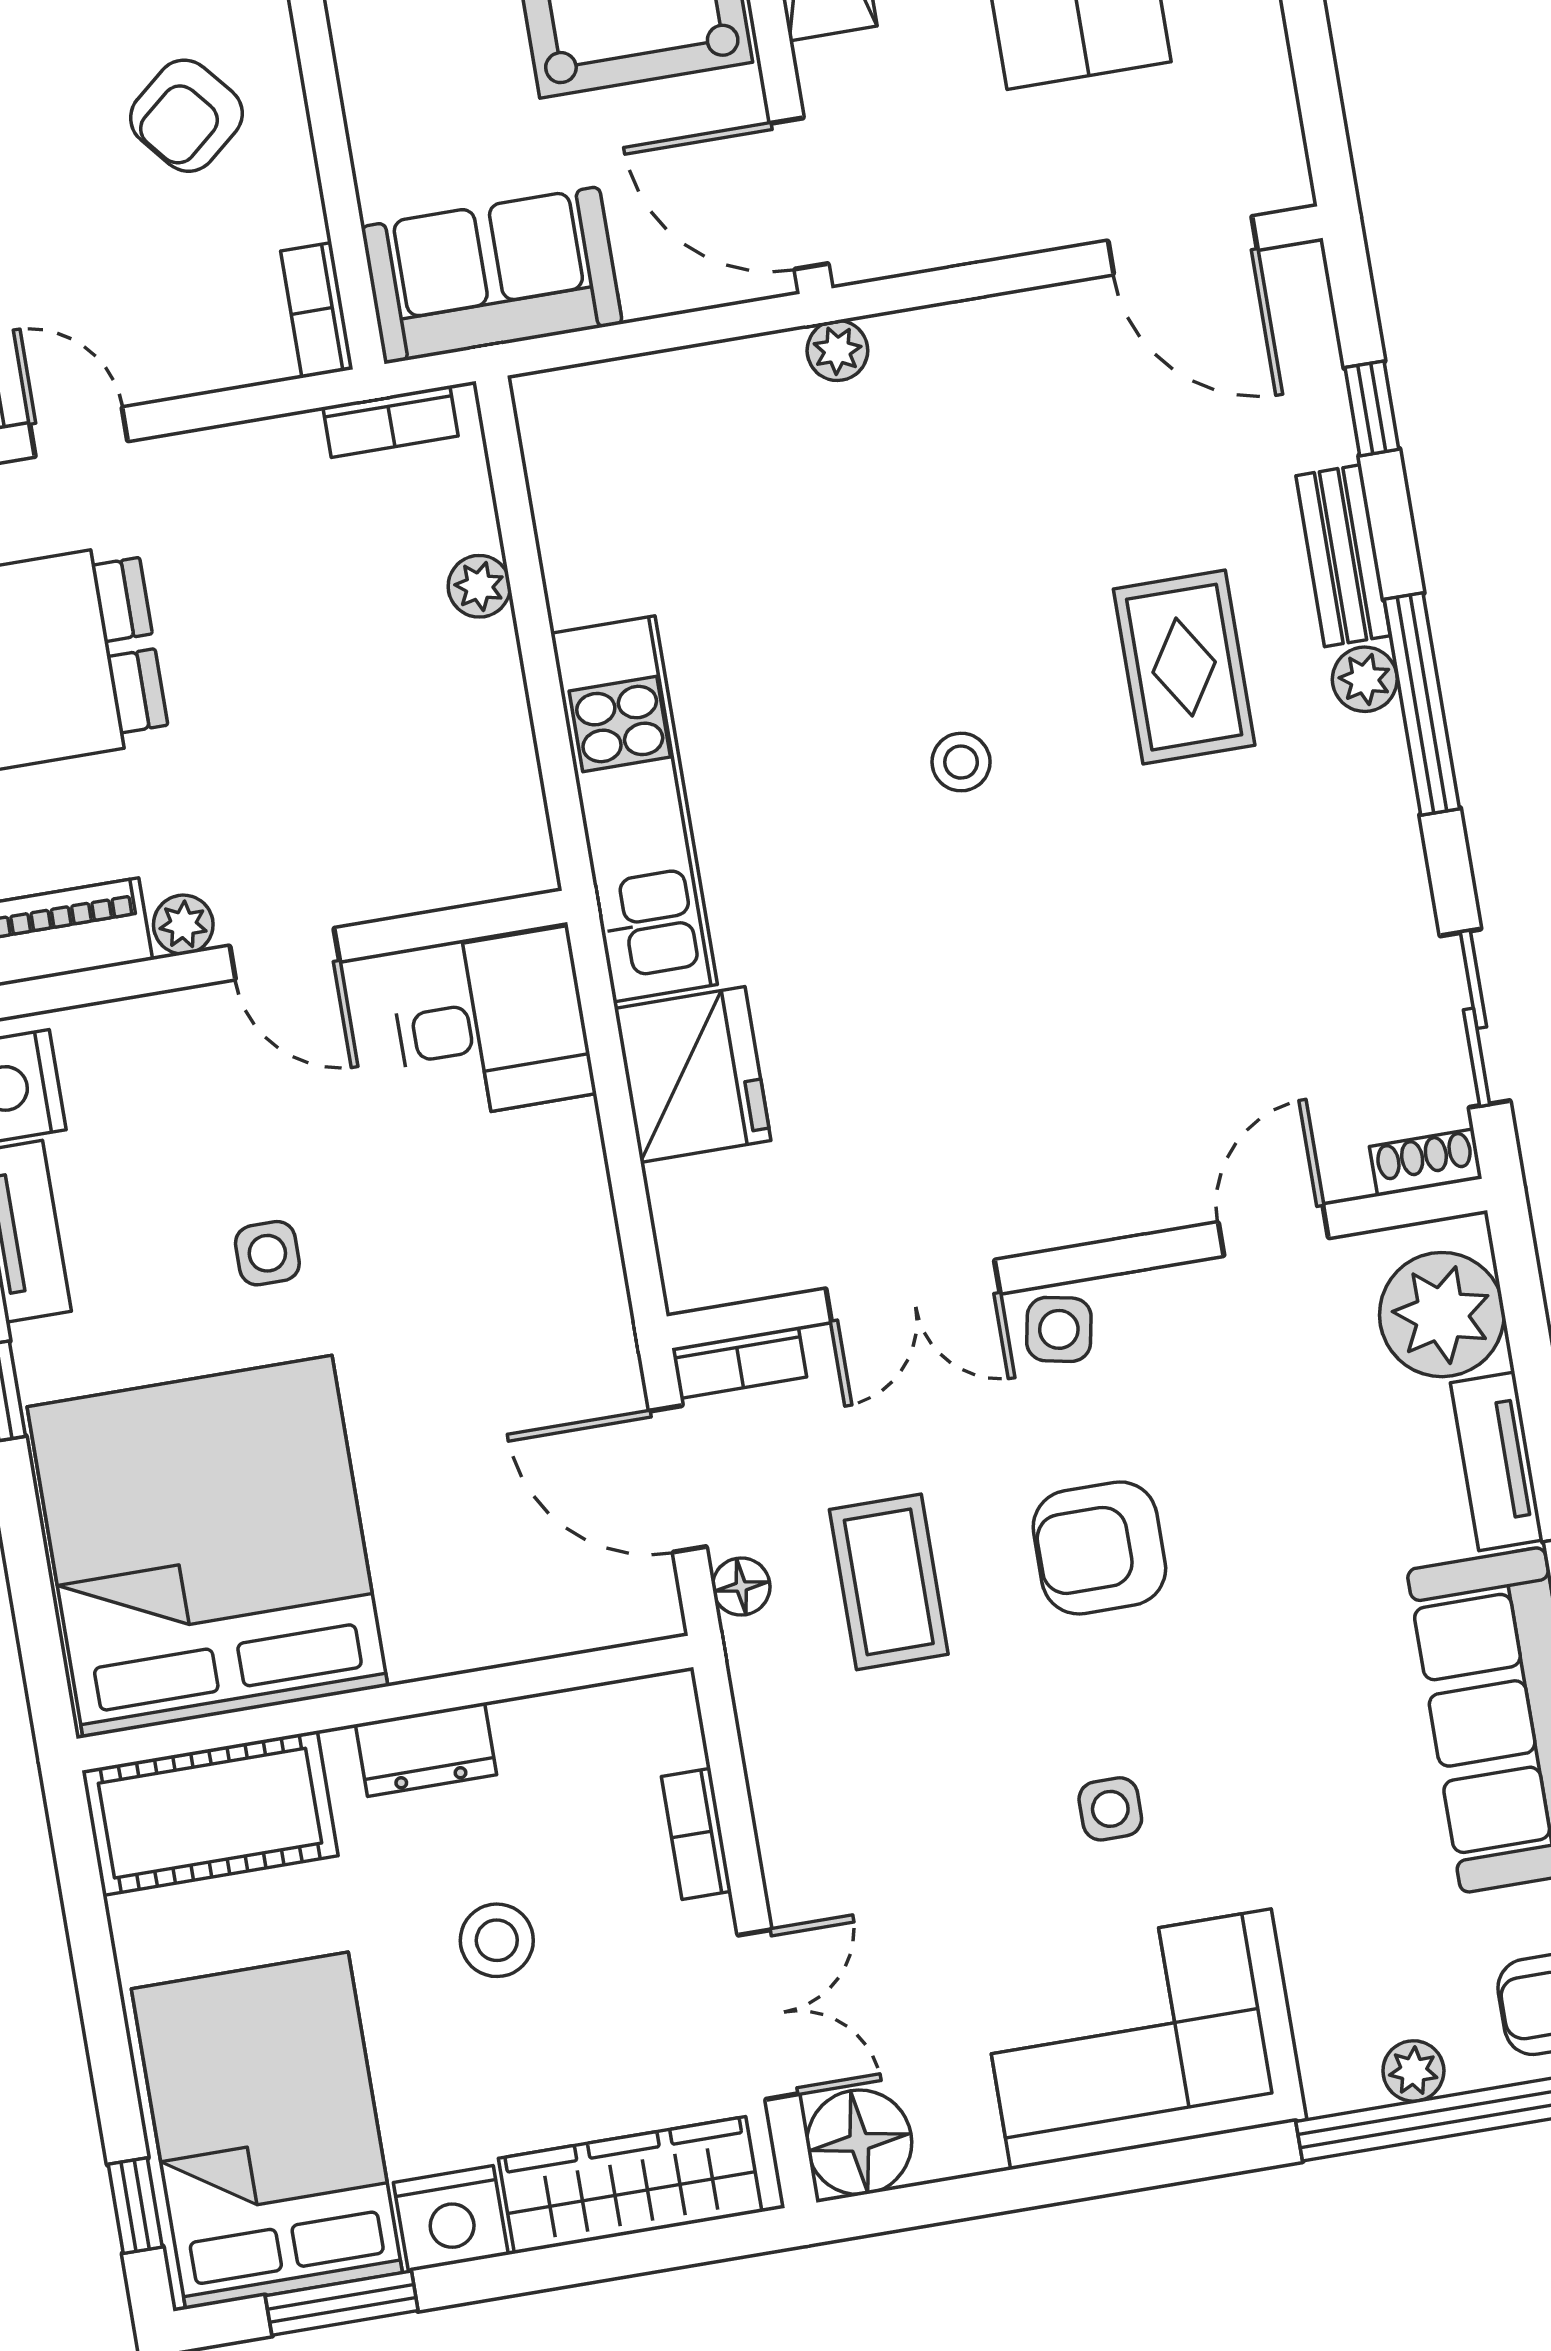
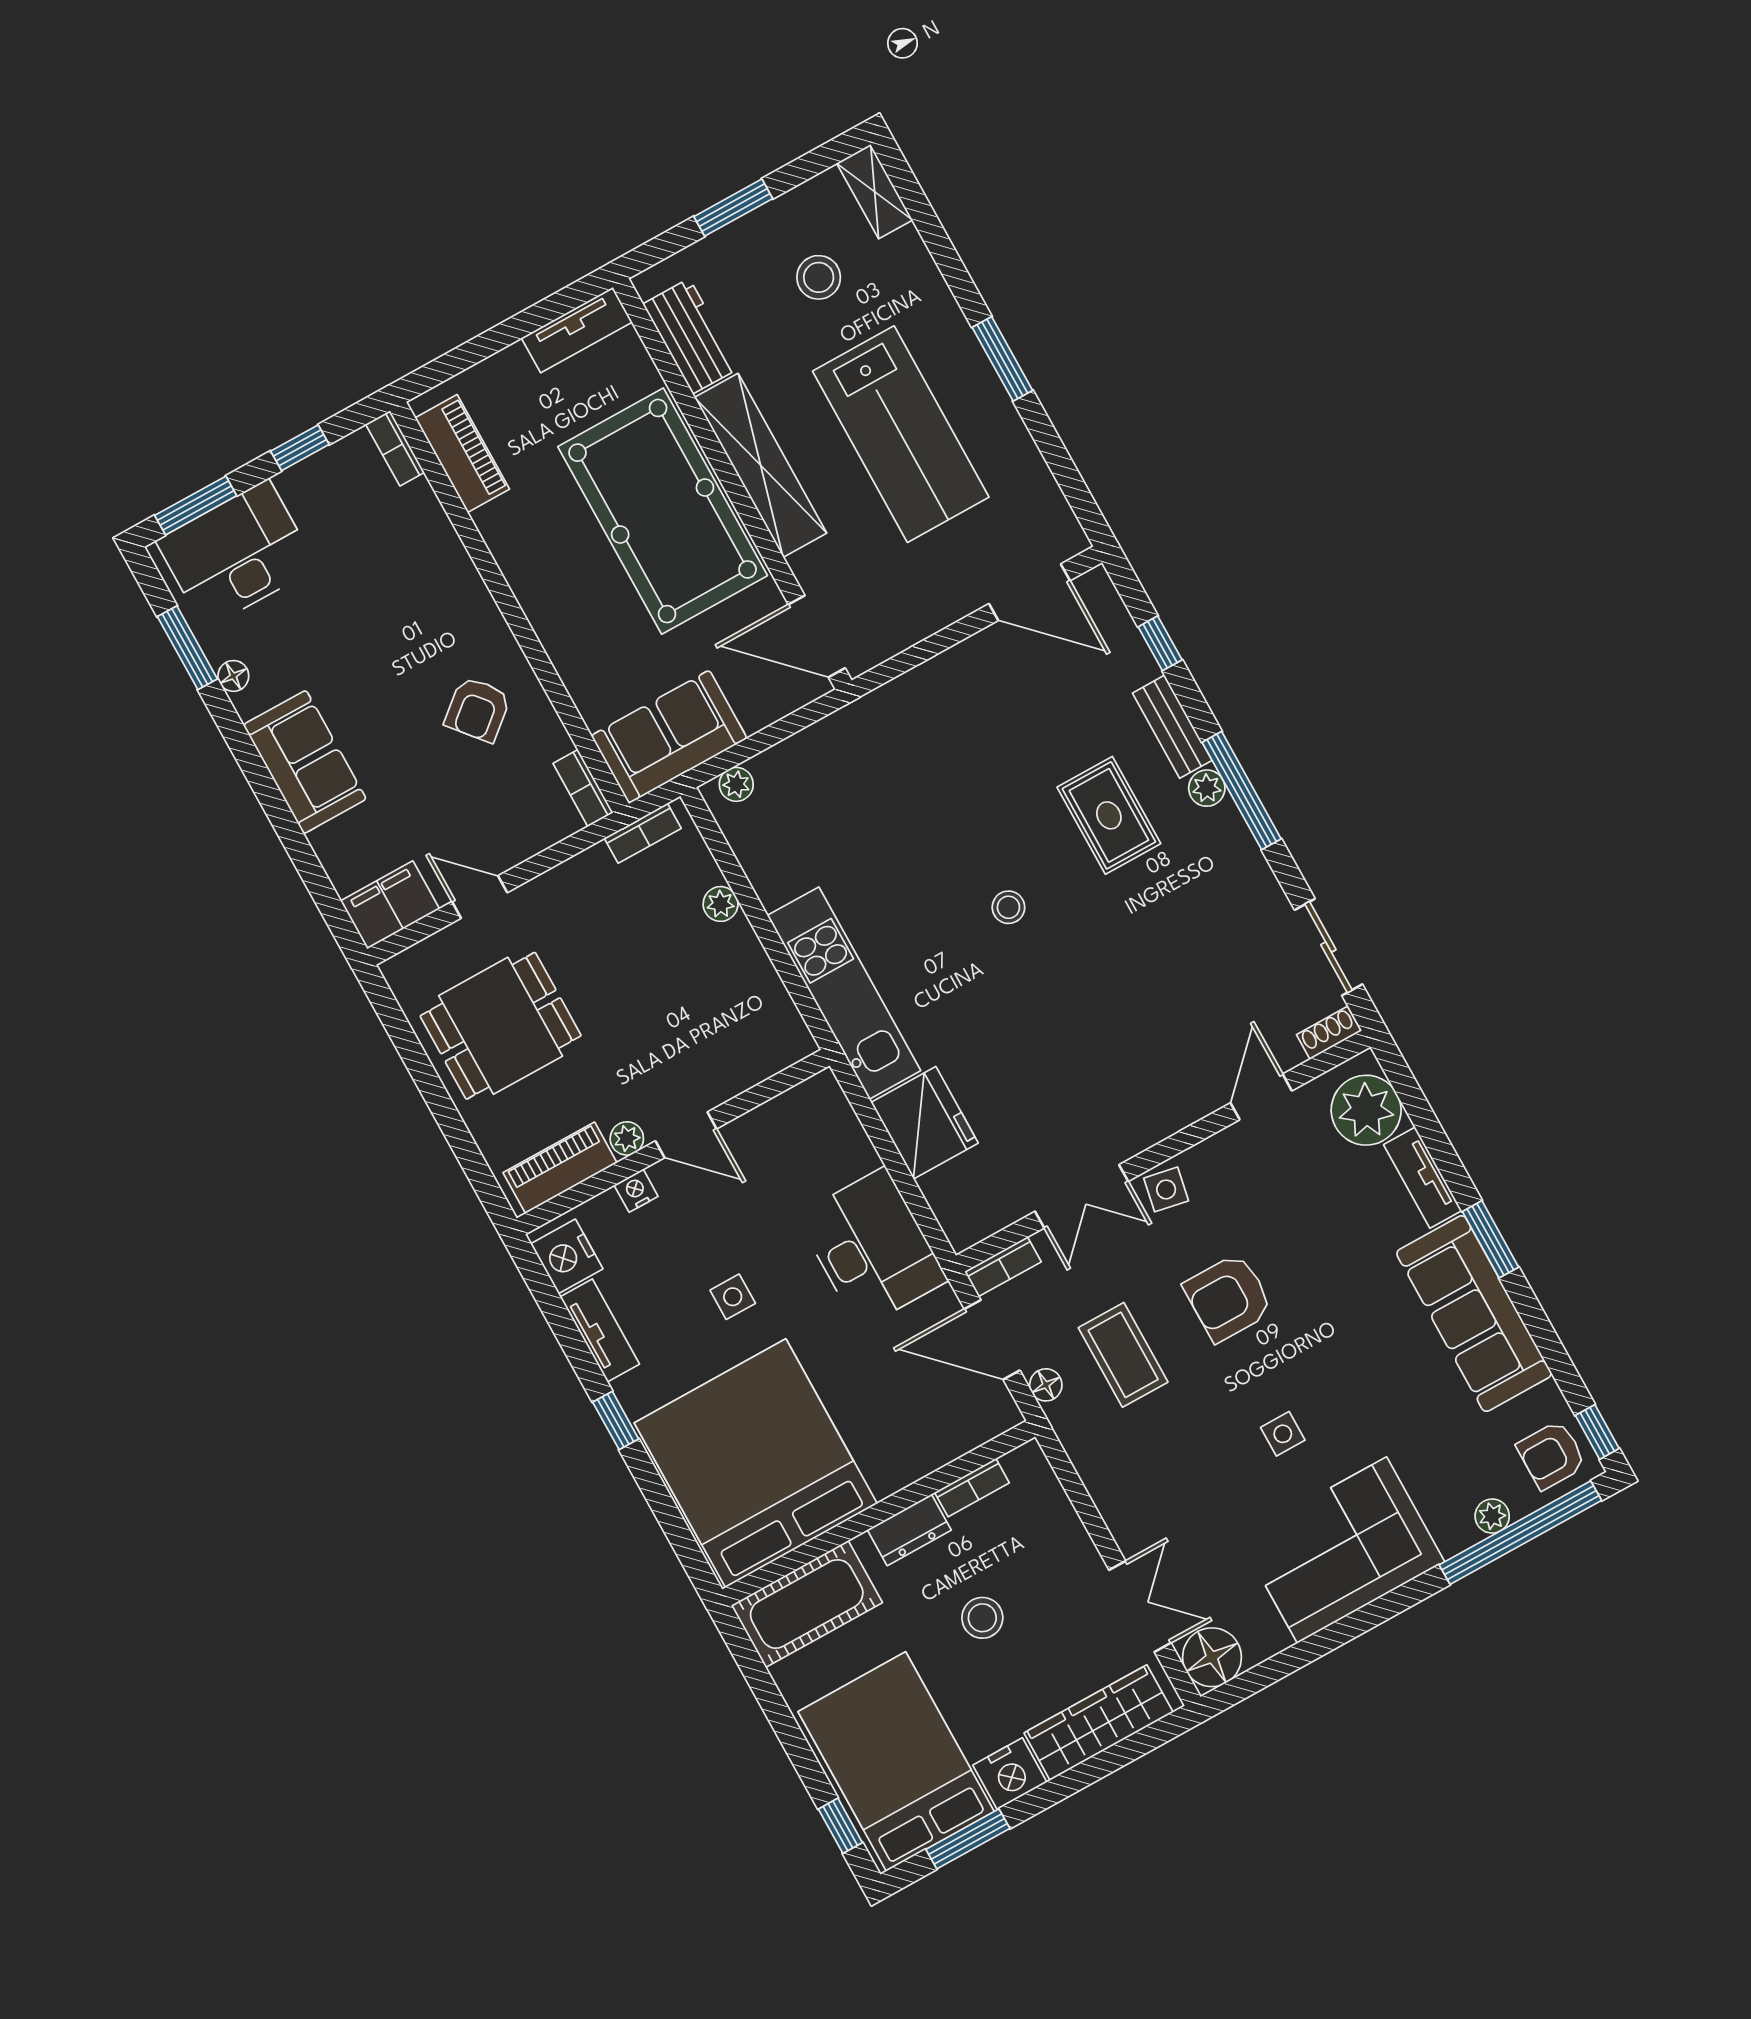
plant: (837, 350) -> (736, 784), moved
nightstand: (168, 1018) -> (636, 1191), added
desk: (491, 1025) -> (872, 1248), moved, width x1.37
bookcase: (696, 1834) -> (972, 1488), moved, turned -90

